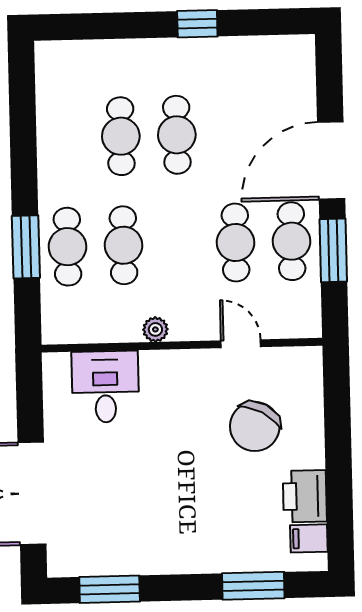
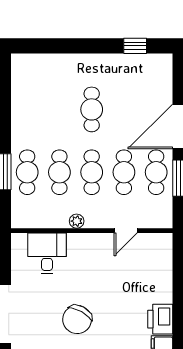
window: (197, 24) -> (135, 46), moved
cafe table: (121, 136) -> (92, 172), moved
door: (241, 344) -> (126, 231), swing flipped
chair: (255, 426) -> (77, 319), moved

